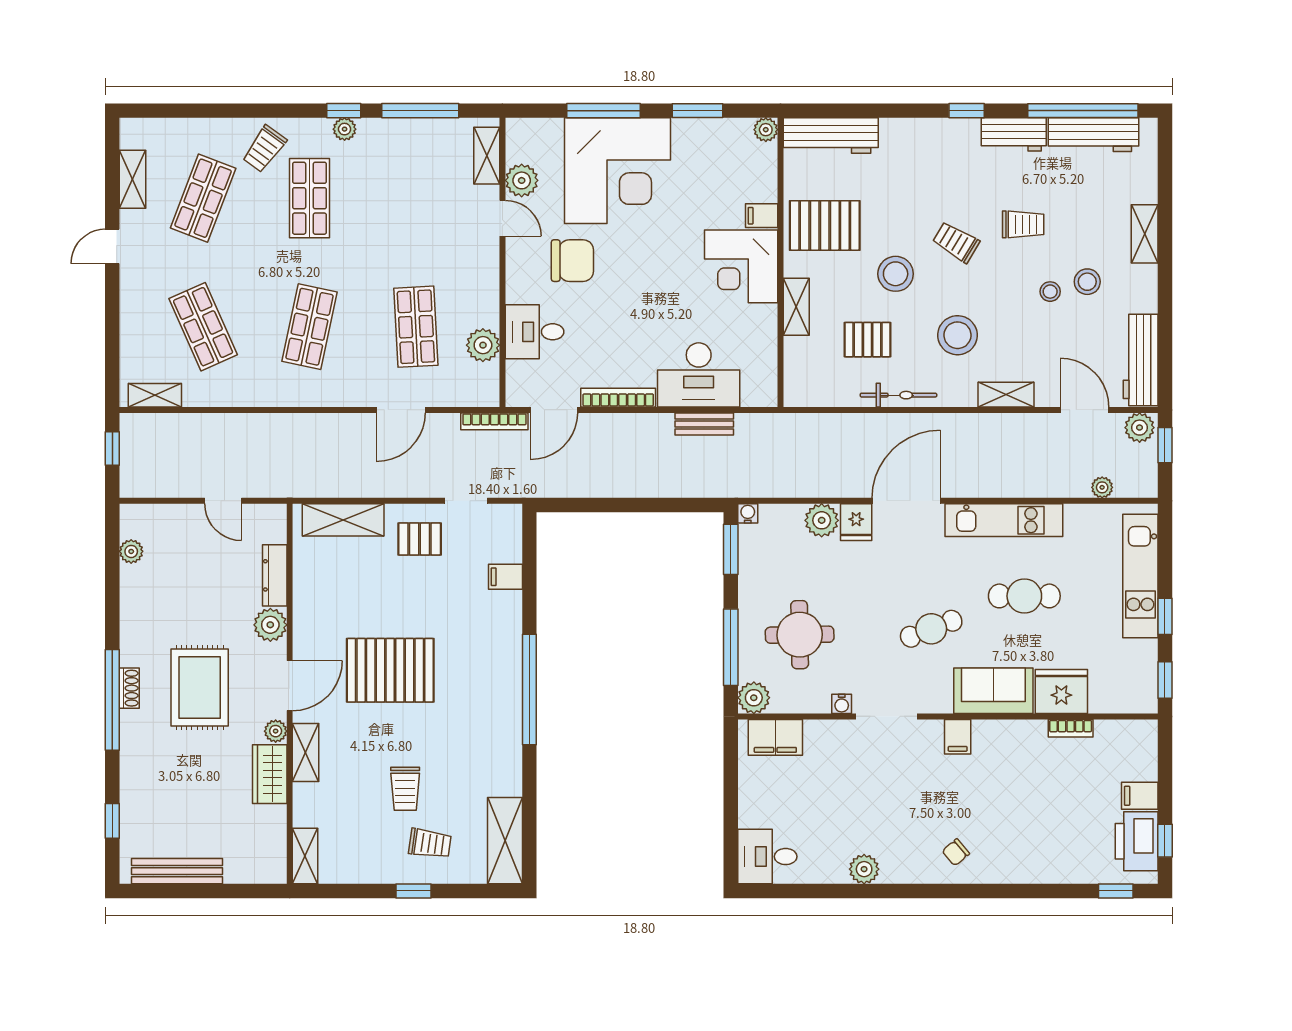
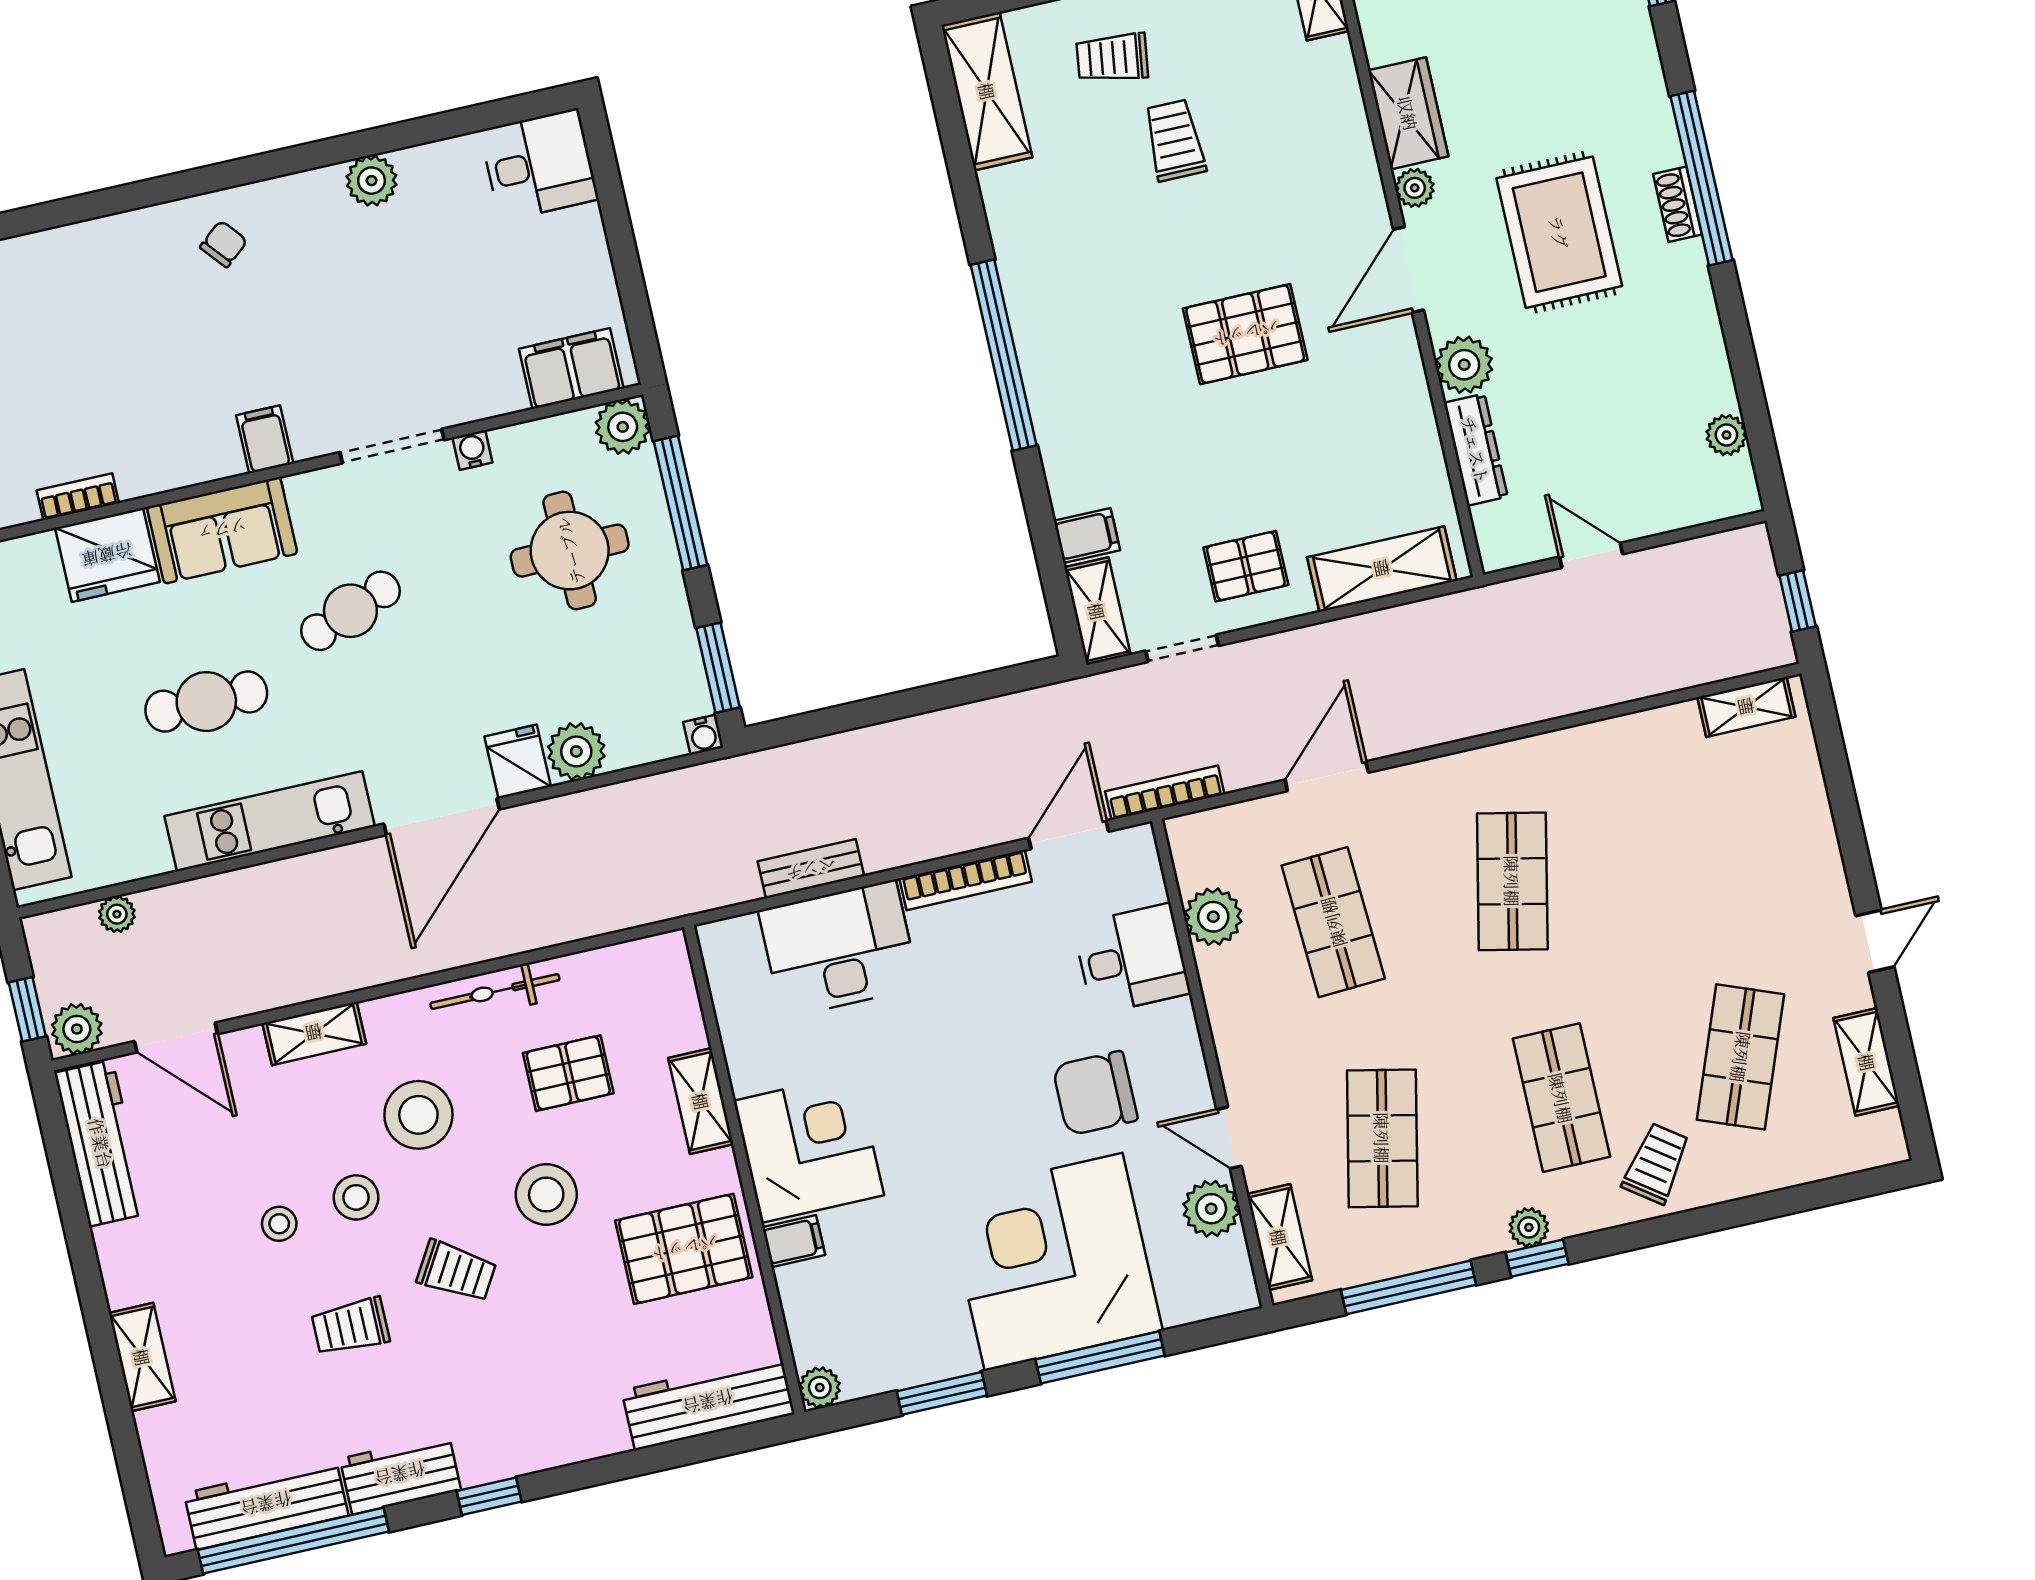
stool: (1087, 282) -> (356, 1197), moved
shop shelf: (203, 327) -> (1382, 1138), moved, turned 36
pallet: (390, 670) -> (1245, 334), width x0.73, depth x0.71
shelving: (306, 753) -> (1097, 611), moved

